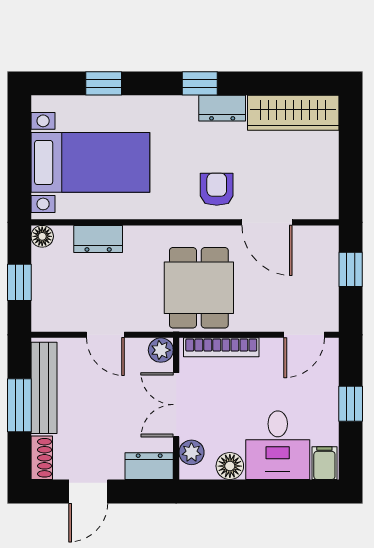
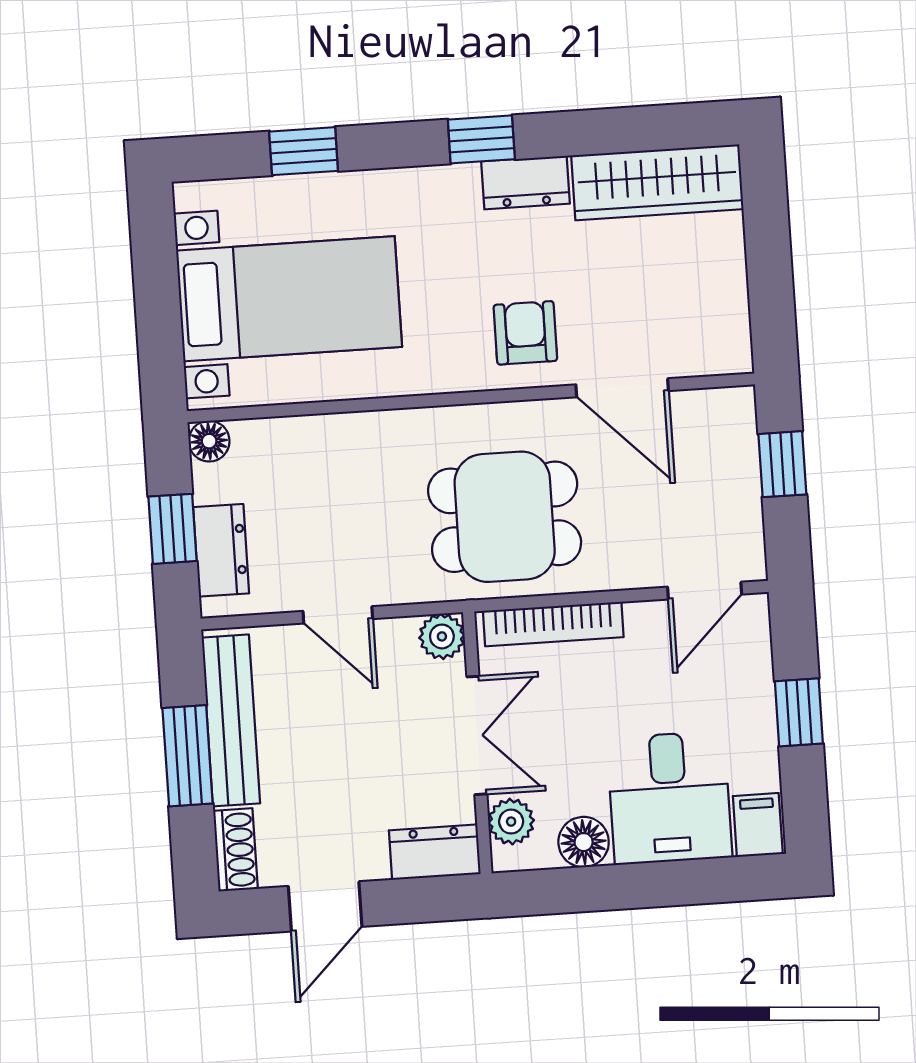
dresser: (98, 239) -> (221, 550), moved, turned -90
dining table: (199, 288) -> (505, 517), turned 90
double door: (176, 405) -> (477, 735), swing flipped

